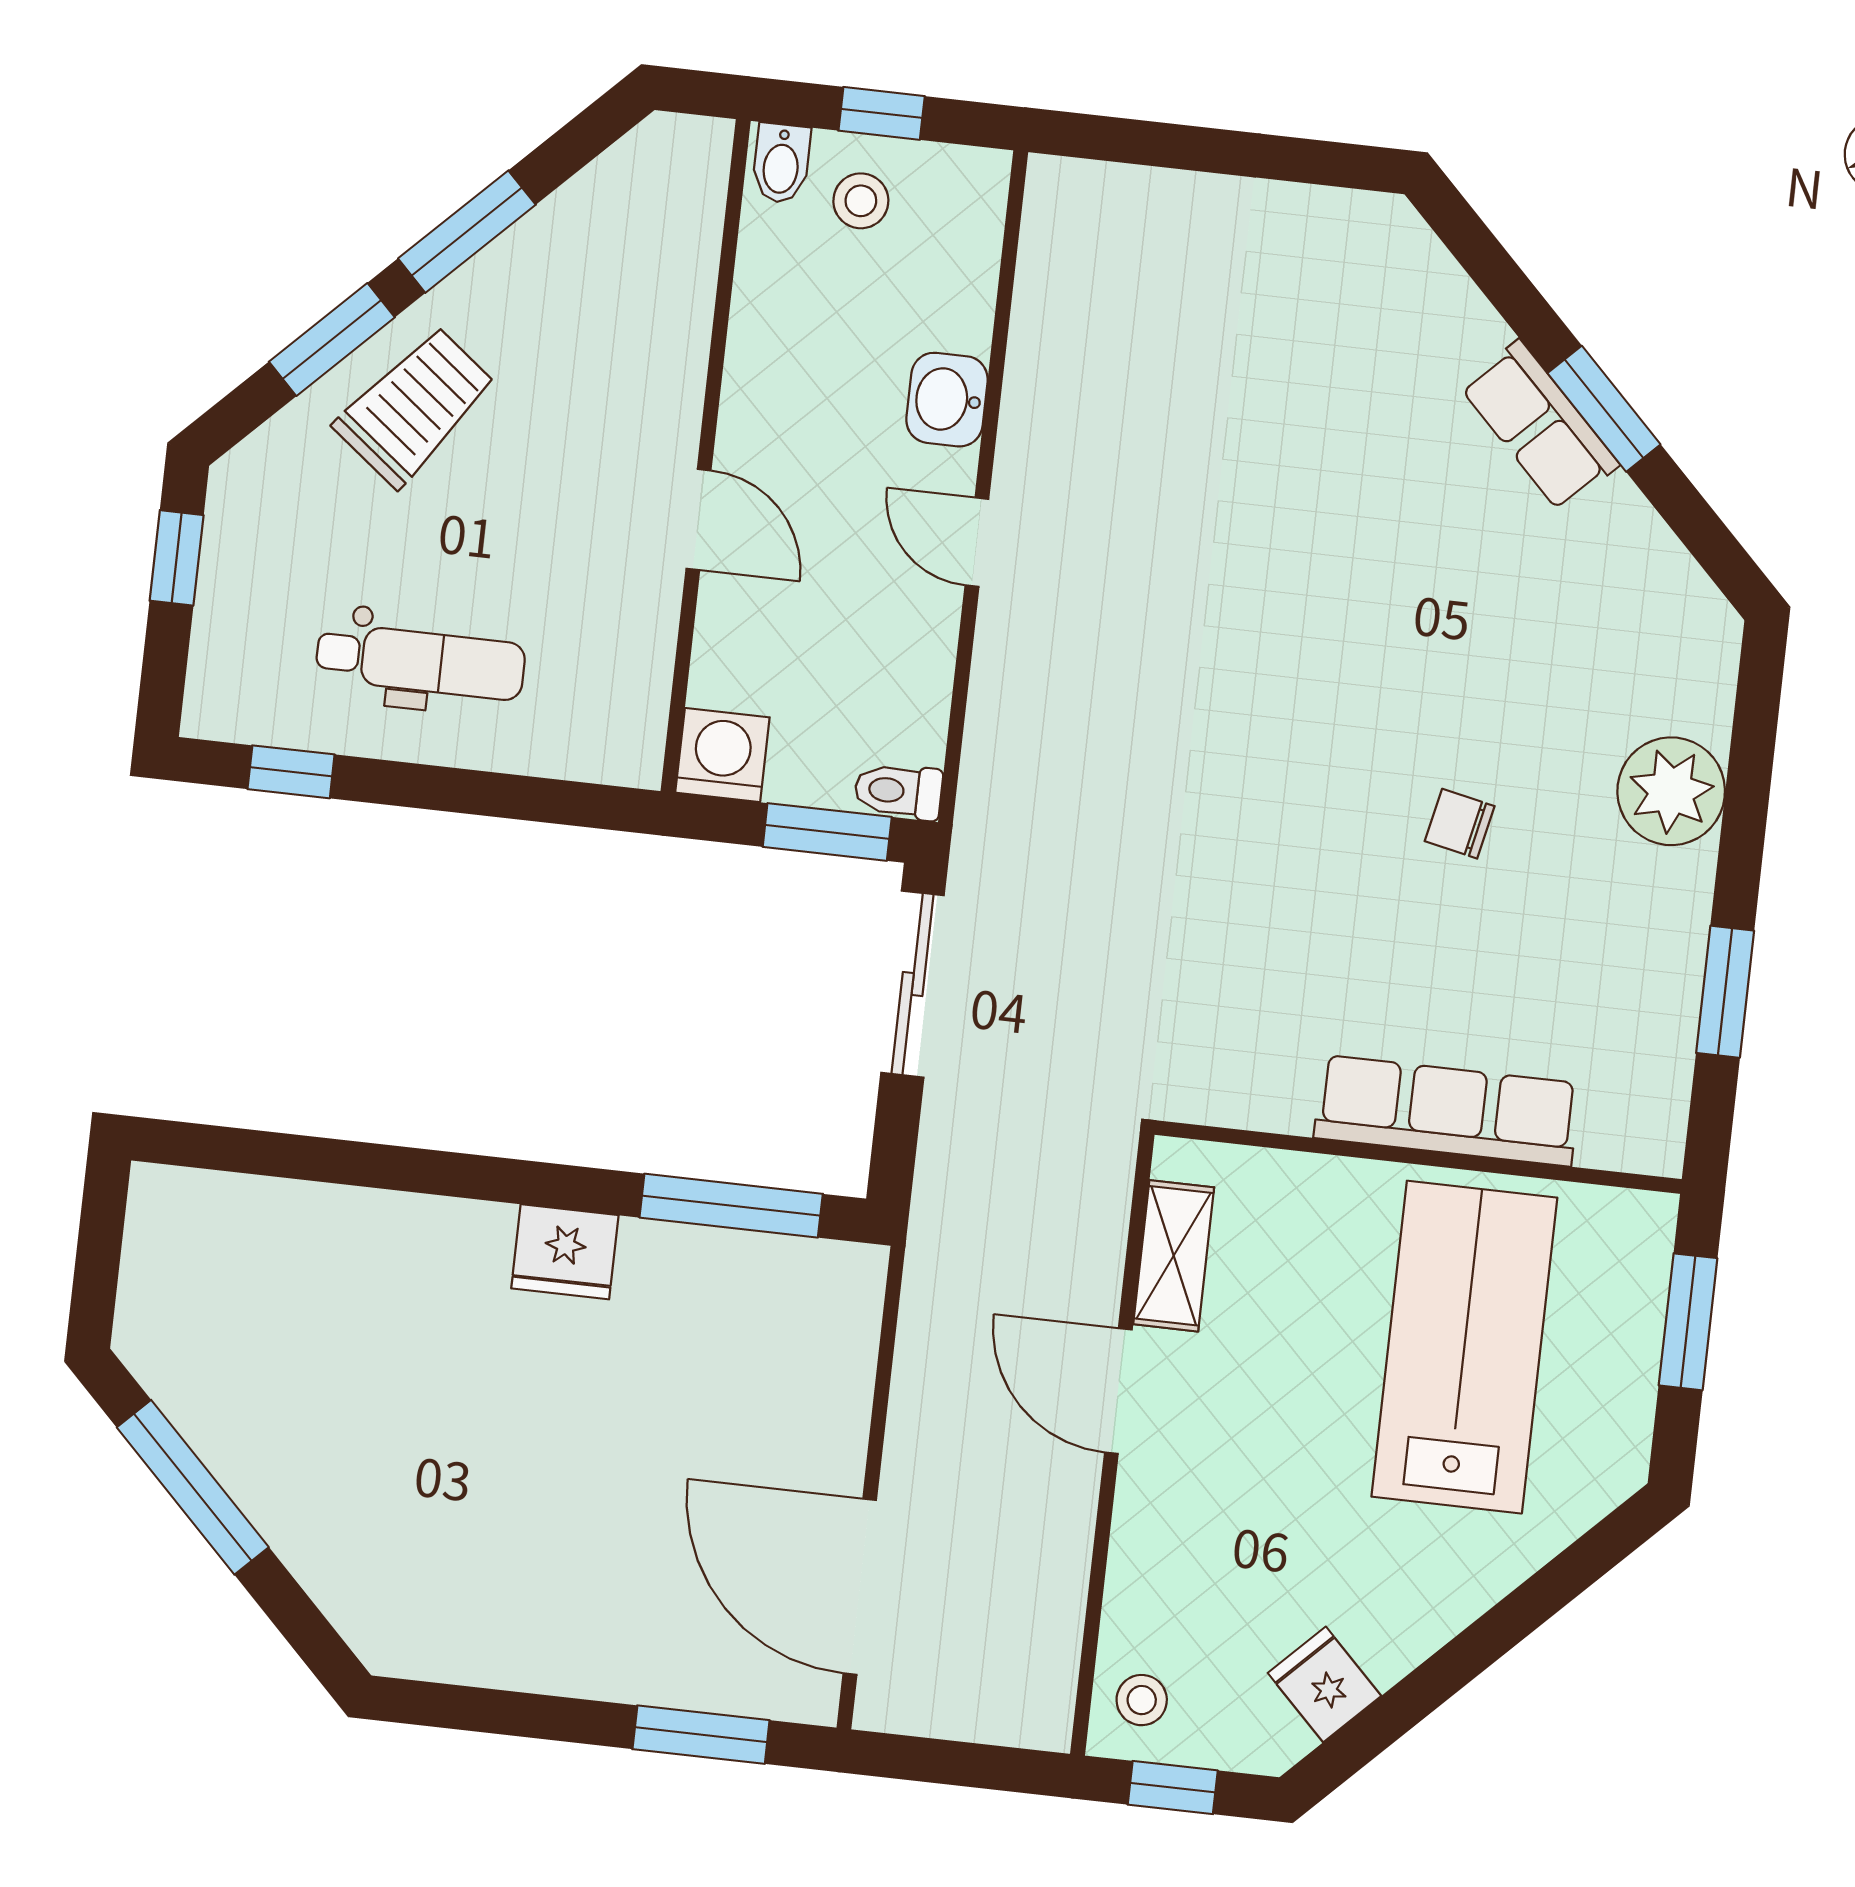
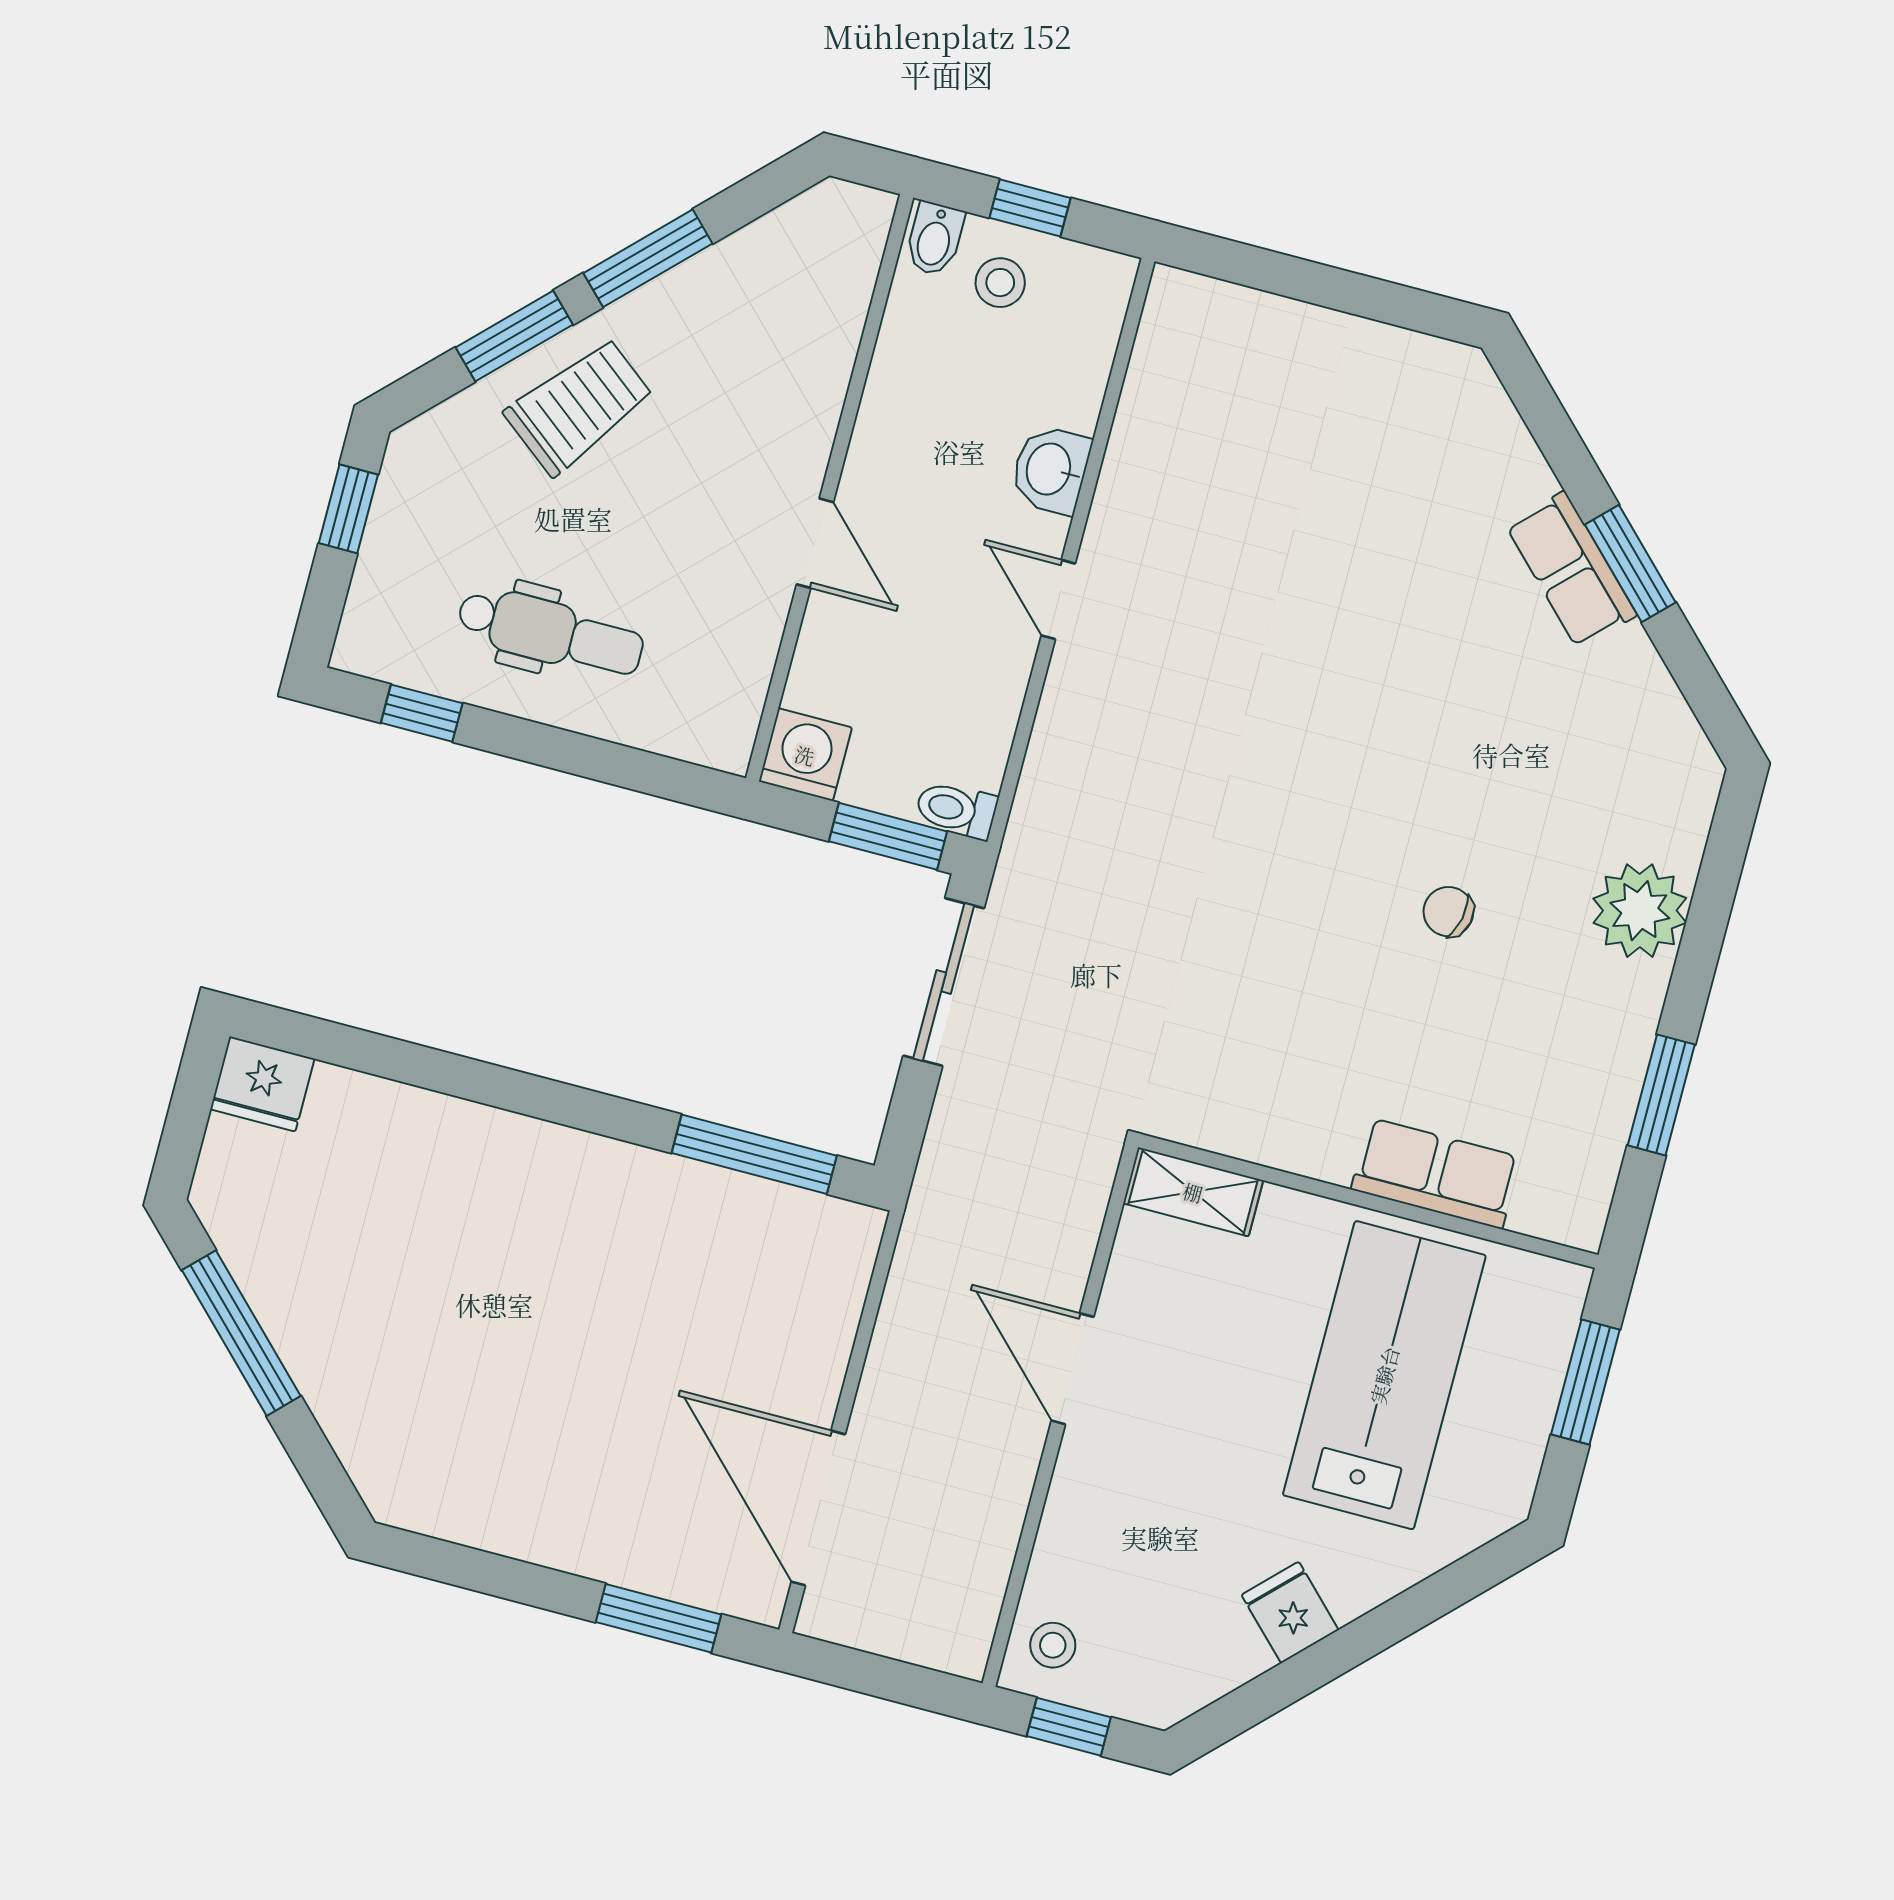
row of seats: (1447, 1111) -> (1436, 1173), width x0.68
fridge: (565, 1252) -> (262, 1084), moved
shelving: (1174, 1256) -> (1193, 1192), moved, turned 90
fridge: (1324, 1684) -> (1290, 1612), moved

